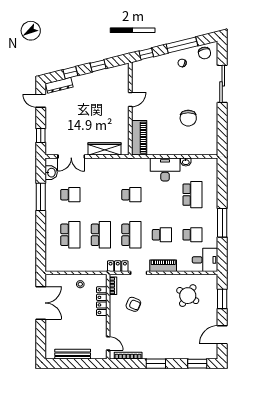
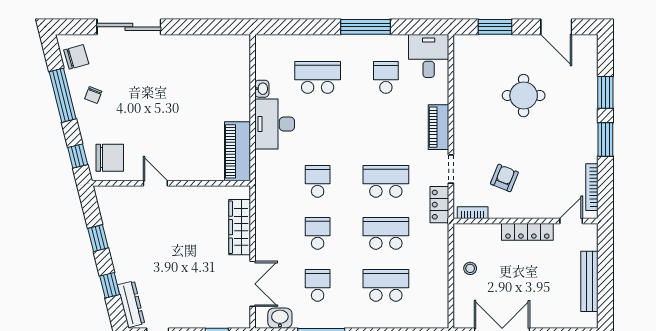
chair: (188, 118) -> (110, 158), moved
piano: (139, 138) -> (237, 151), moved, turned -90
school desk: (162, 235) -> (318, 233), moved
round table: (188, 296) -> (524, 96), moved, turned -33
locker: (102, 301) -> (527, 232), moved
window: (197, 364) -> (605, 92), moved

